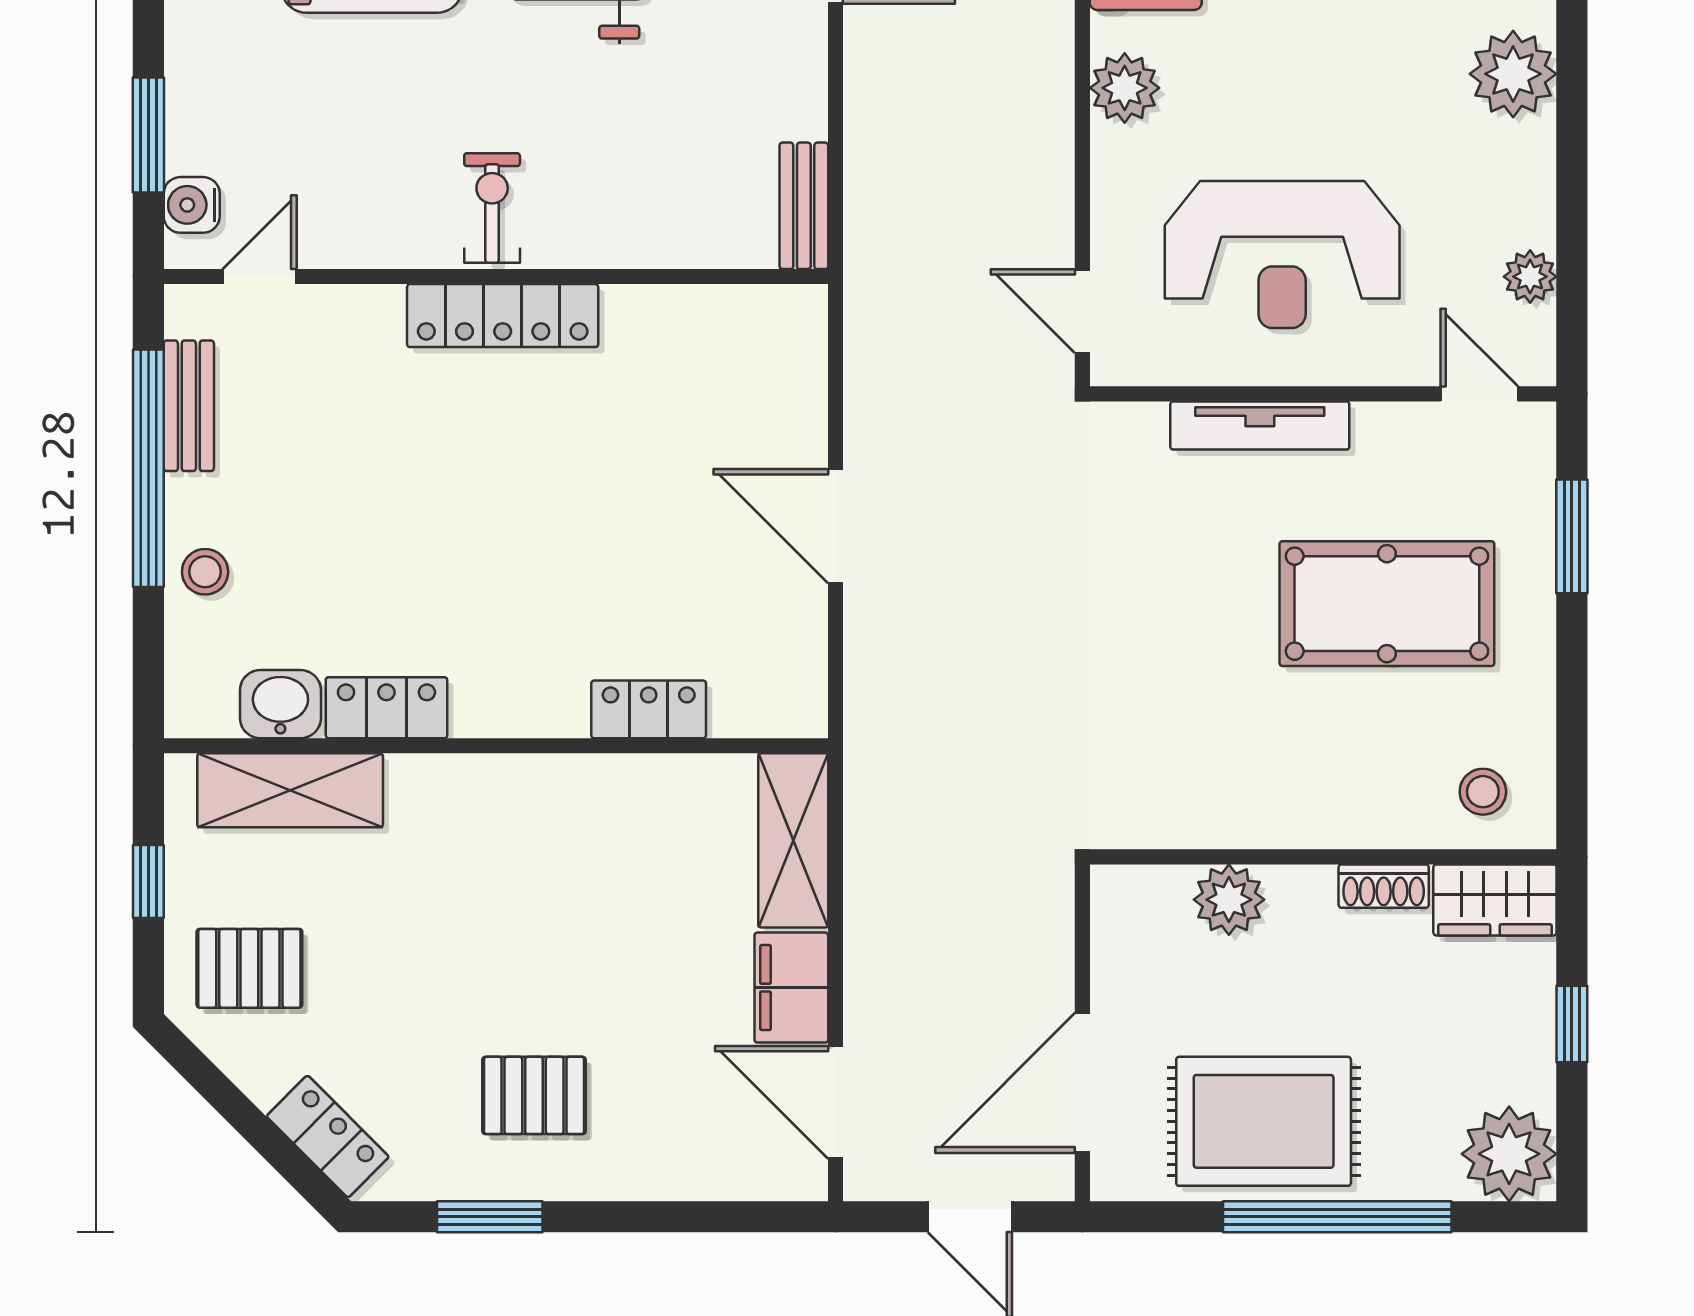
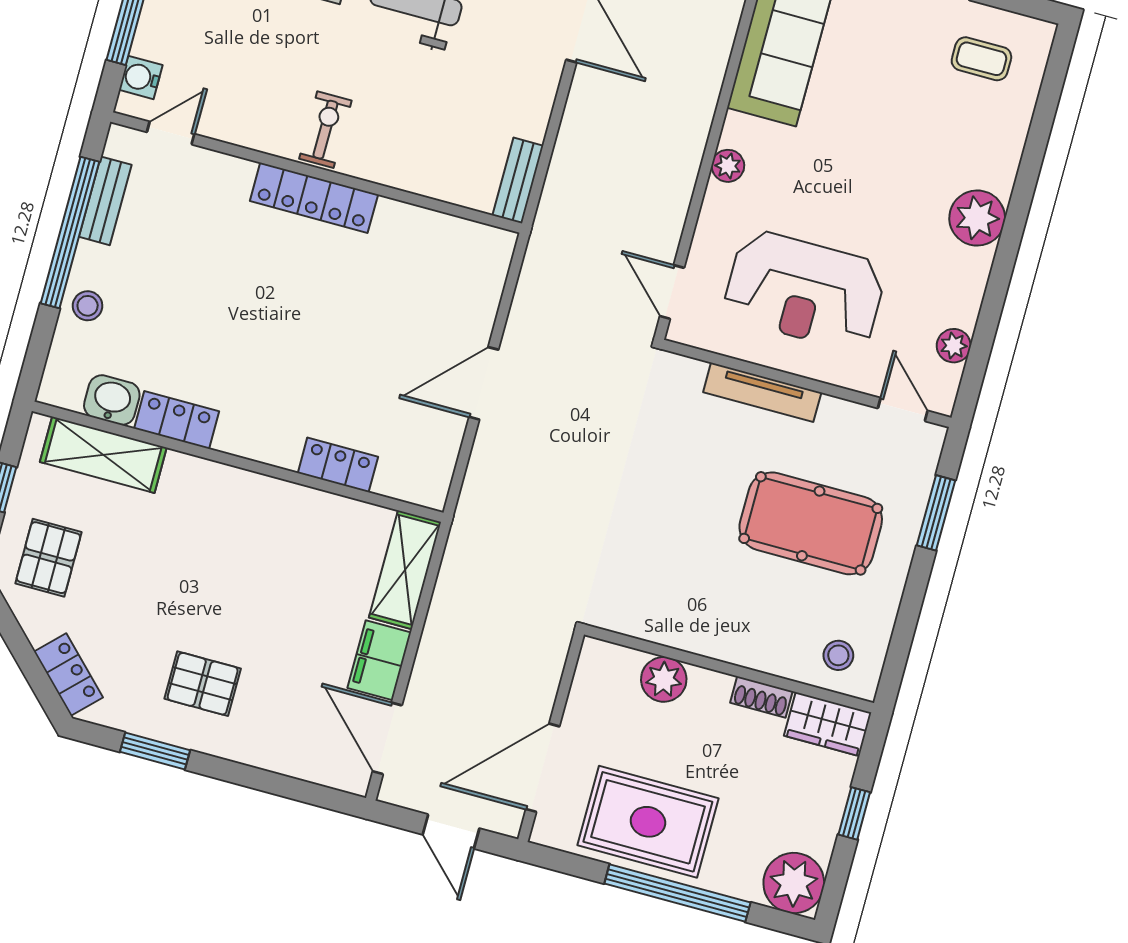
plant: (1125, 88) -> (728, 166), width x0.73, depth x0.73
door: (835, 526) -> (484, 383), hinge flipped
pallet: (249, 968) -> (48, 558), turned 90

